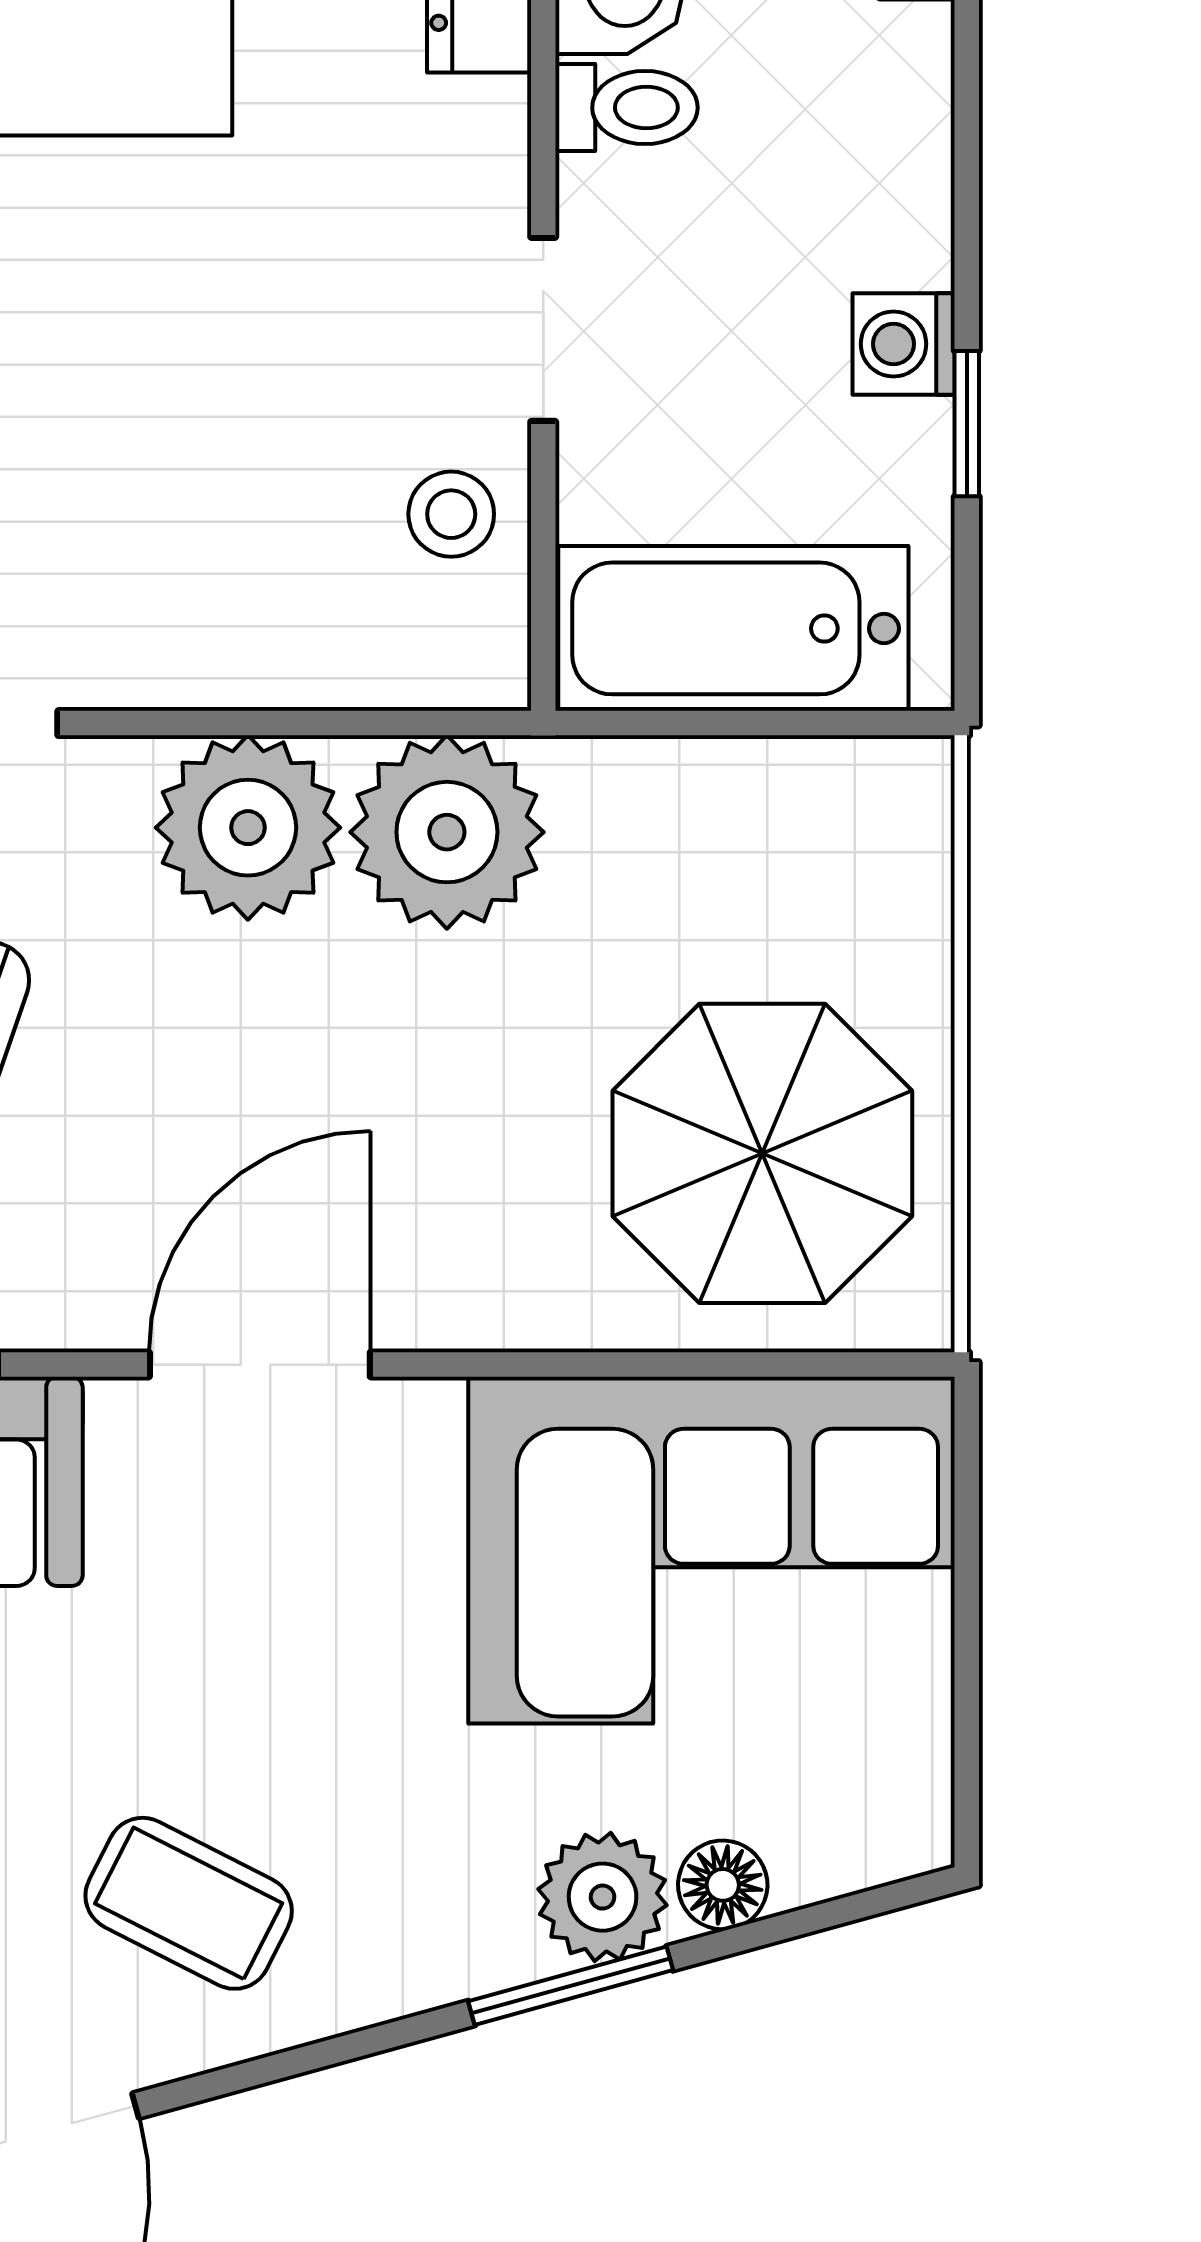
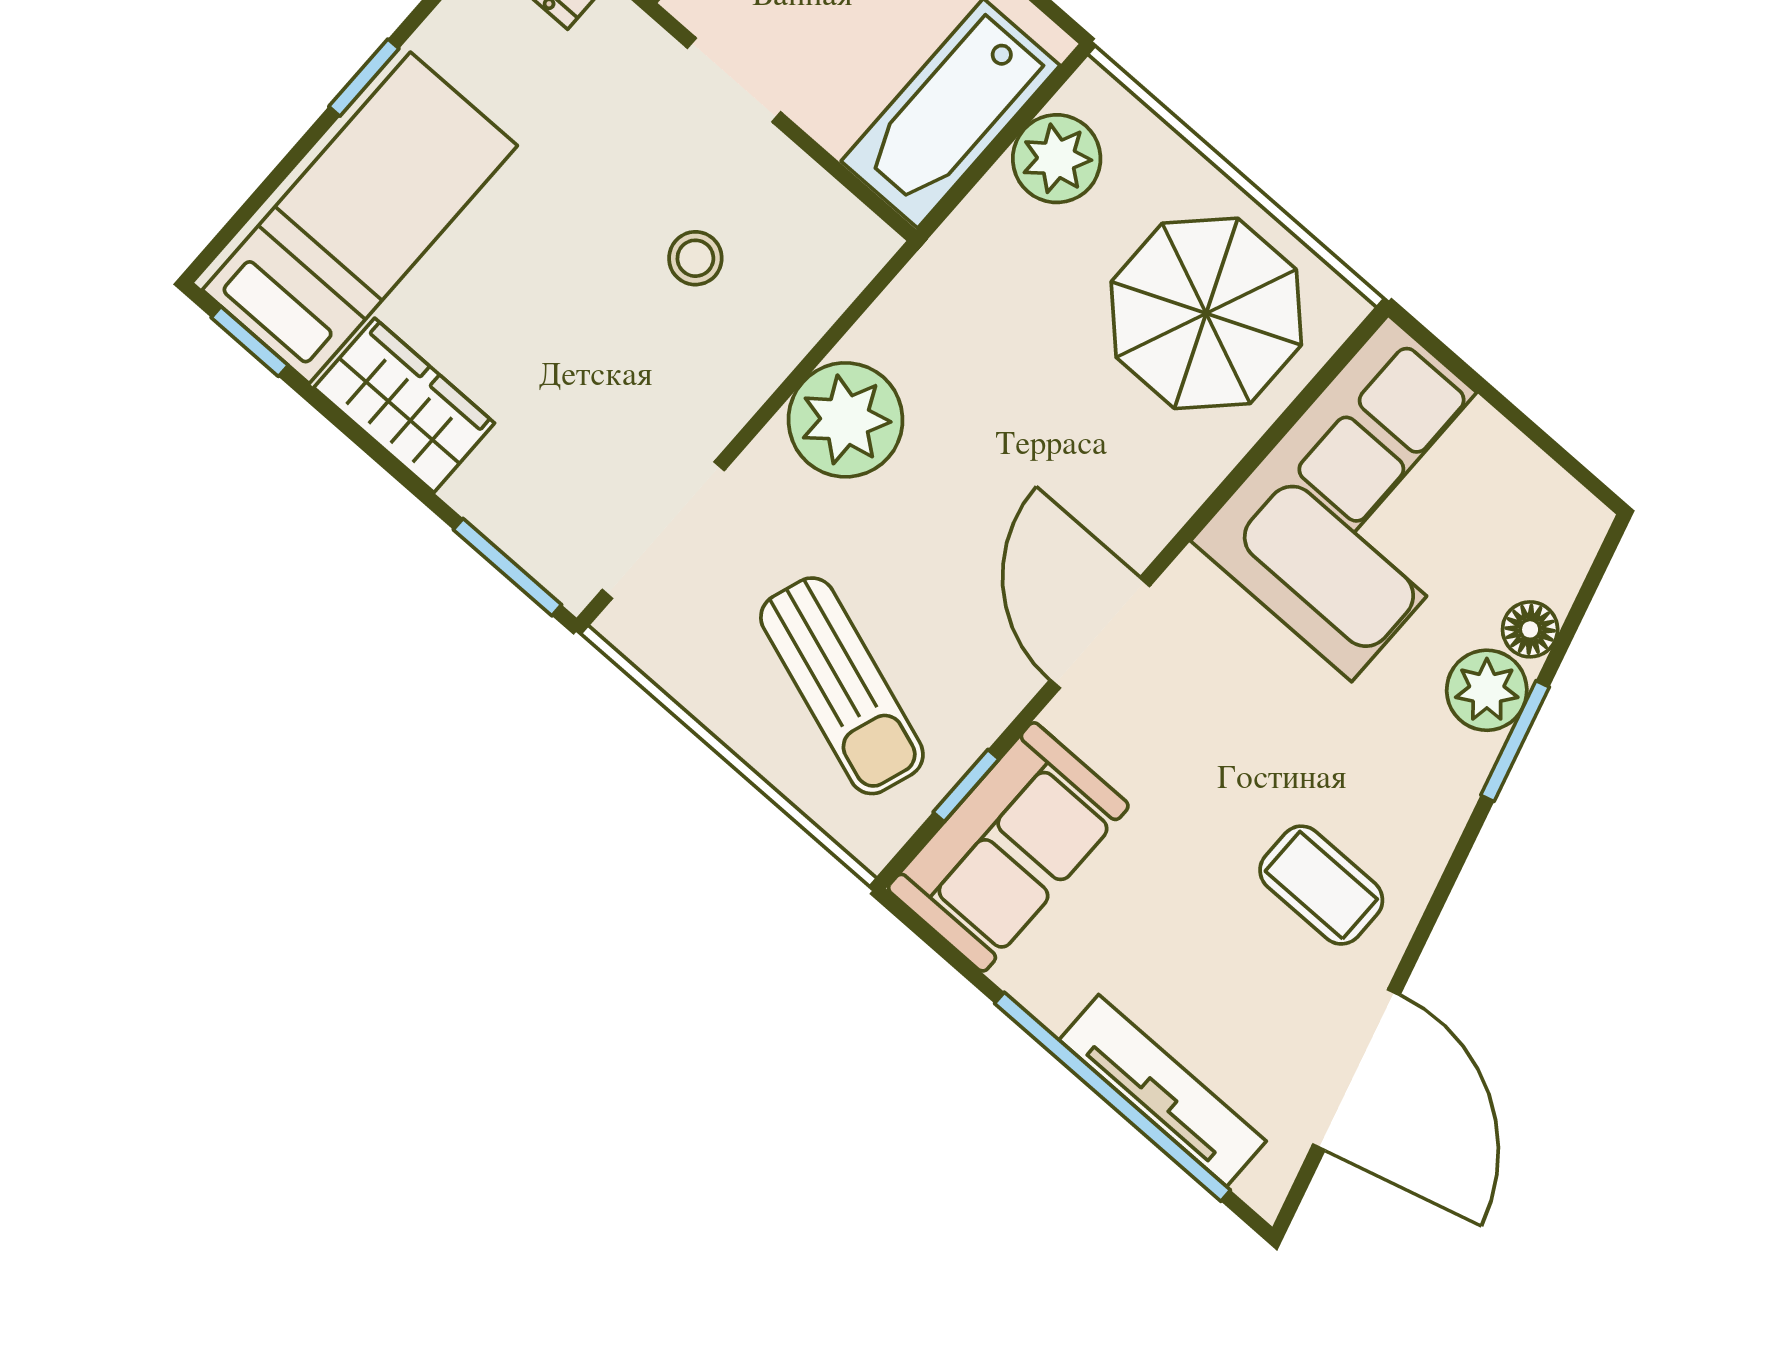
stool: (451, 514) -> (695, 258), moved
plant: (447, 832) -> (1057, 159), moved, width x0.73, depth x0.73
coffee table: (189, 1903) -> (1321, 885), turned 63

